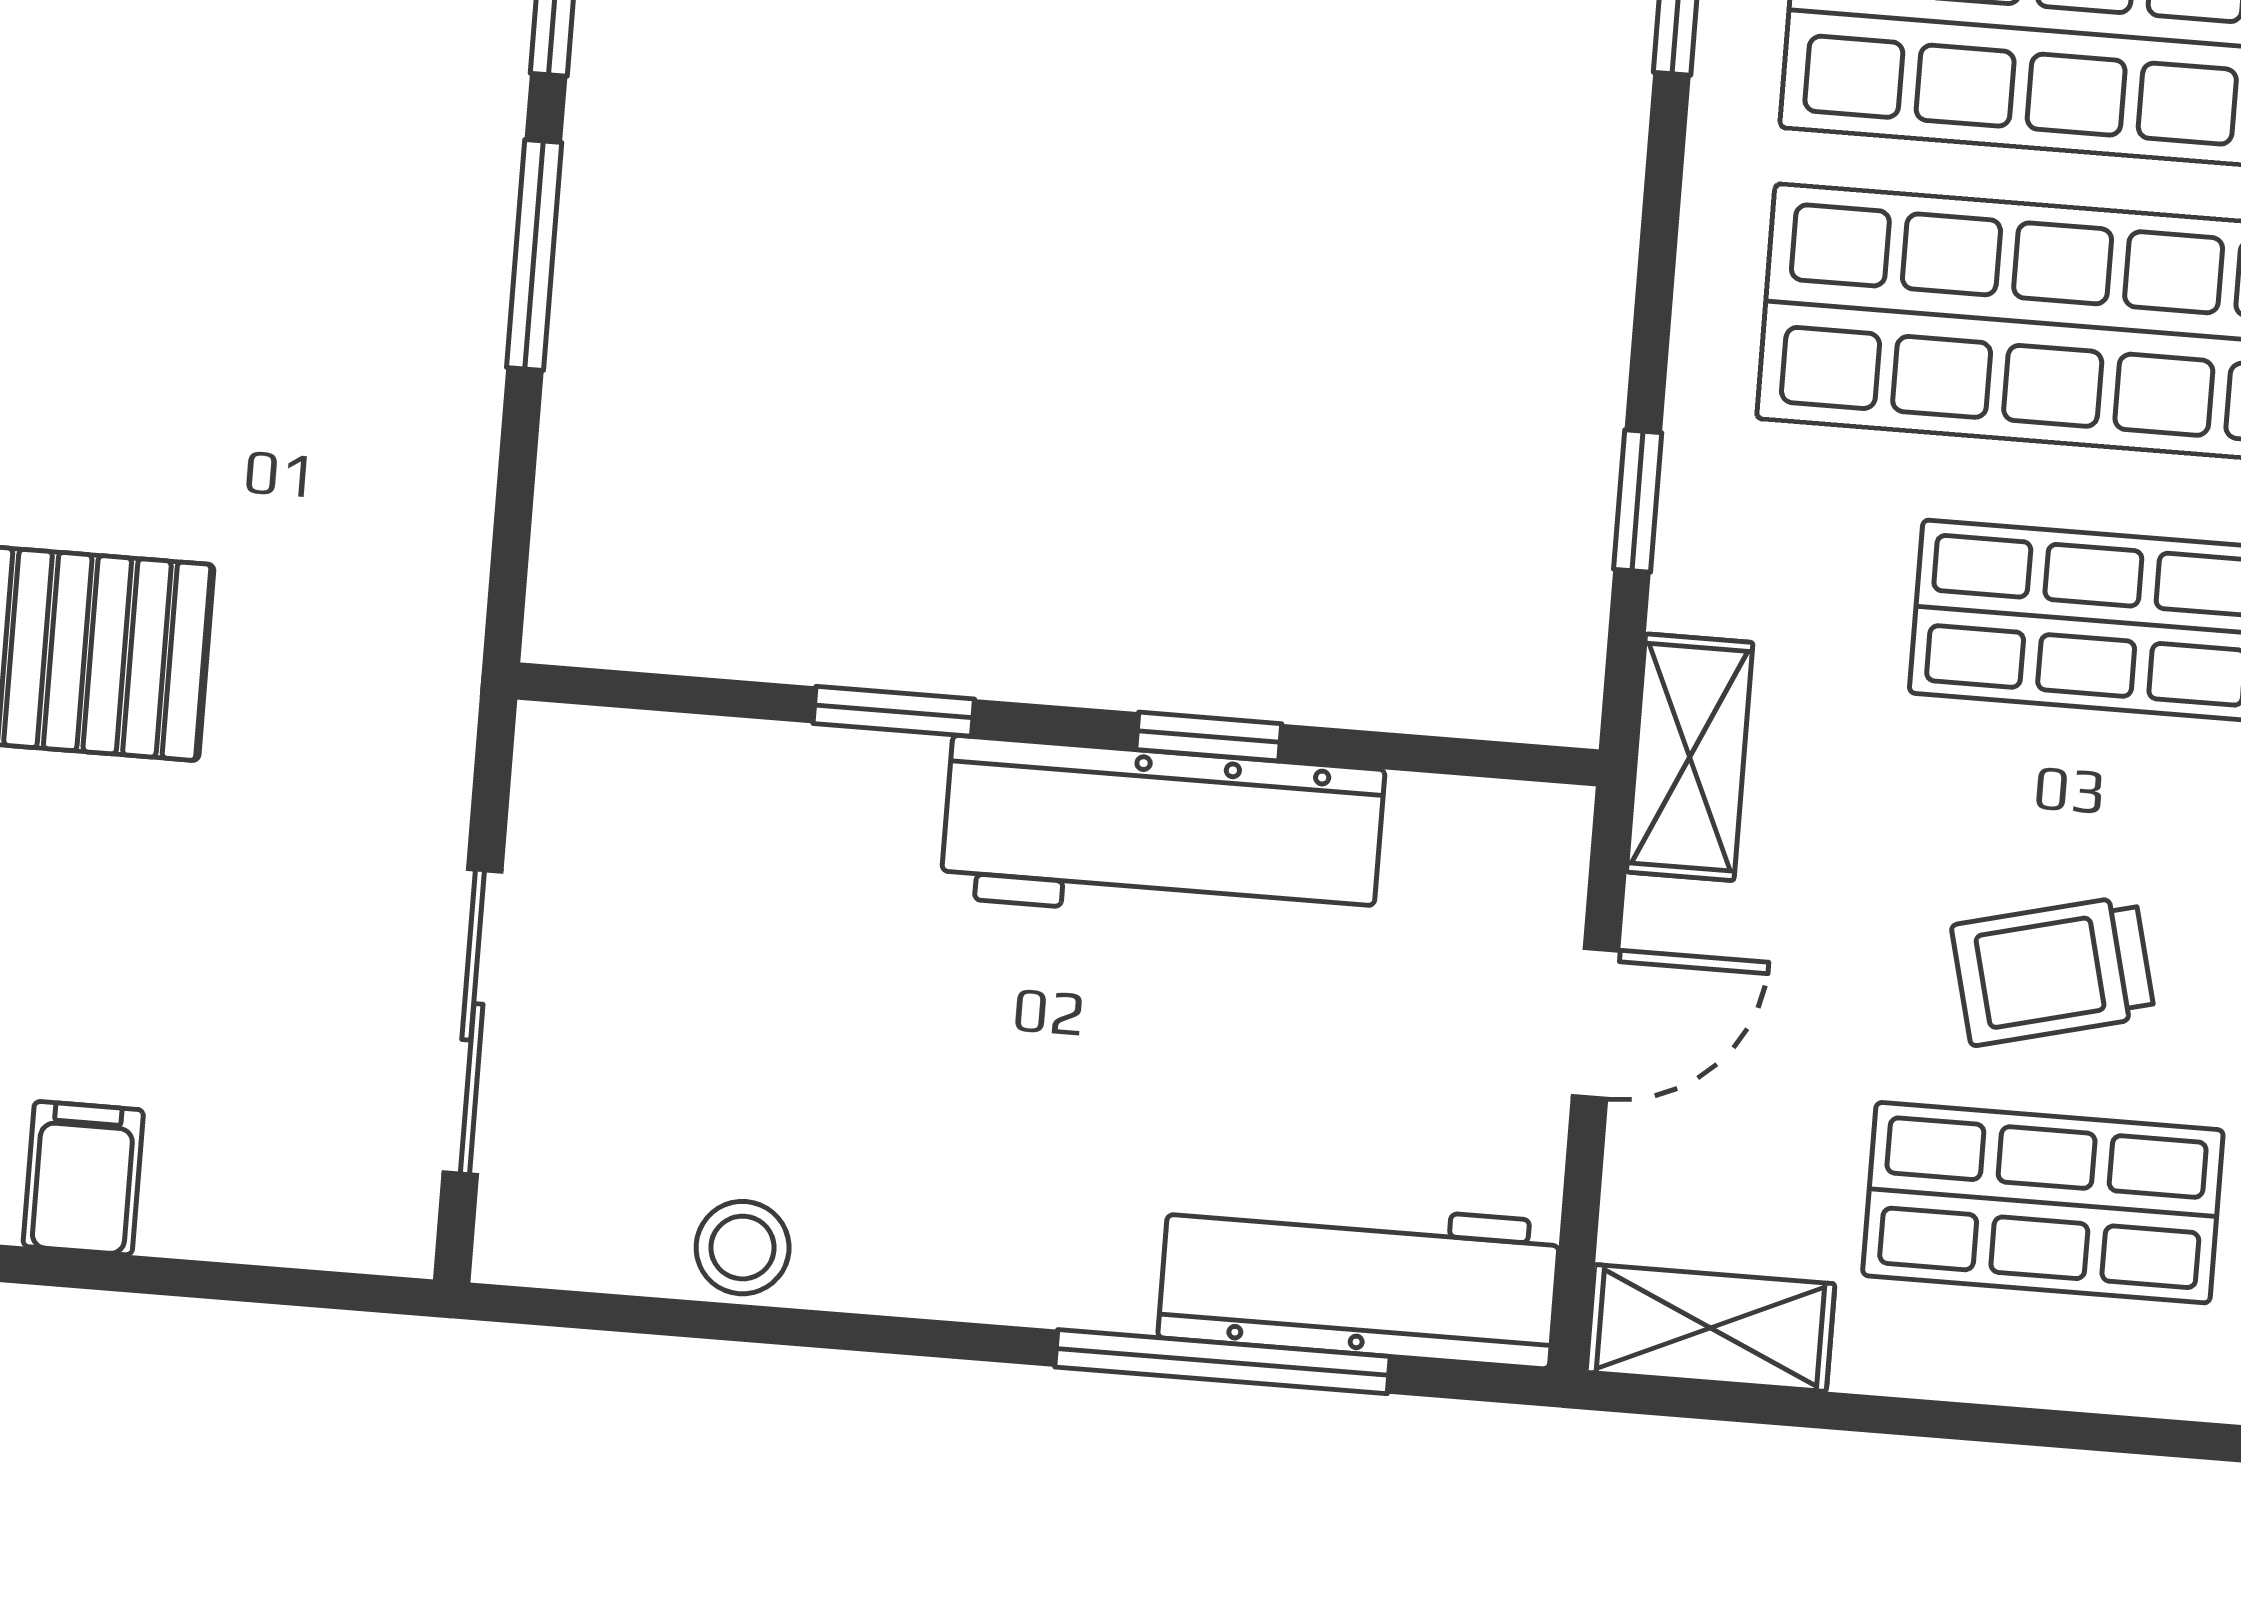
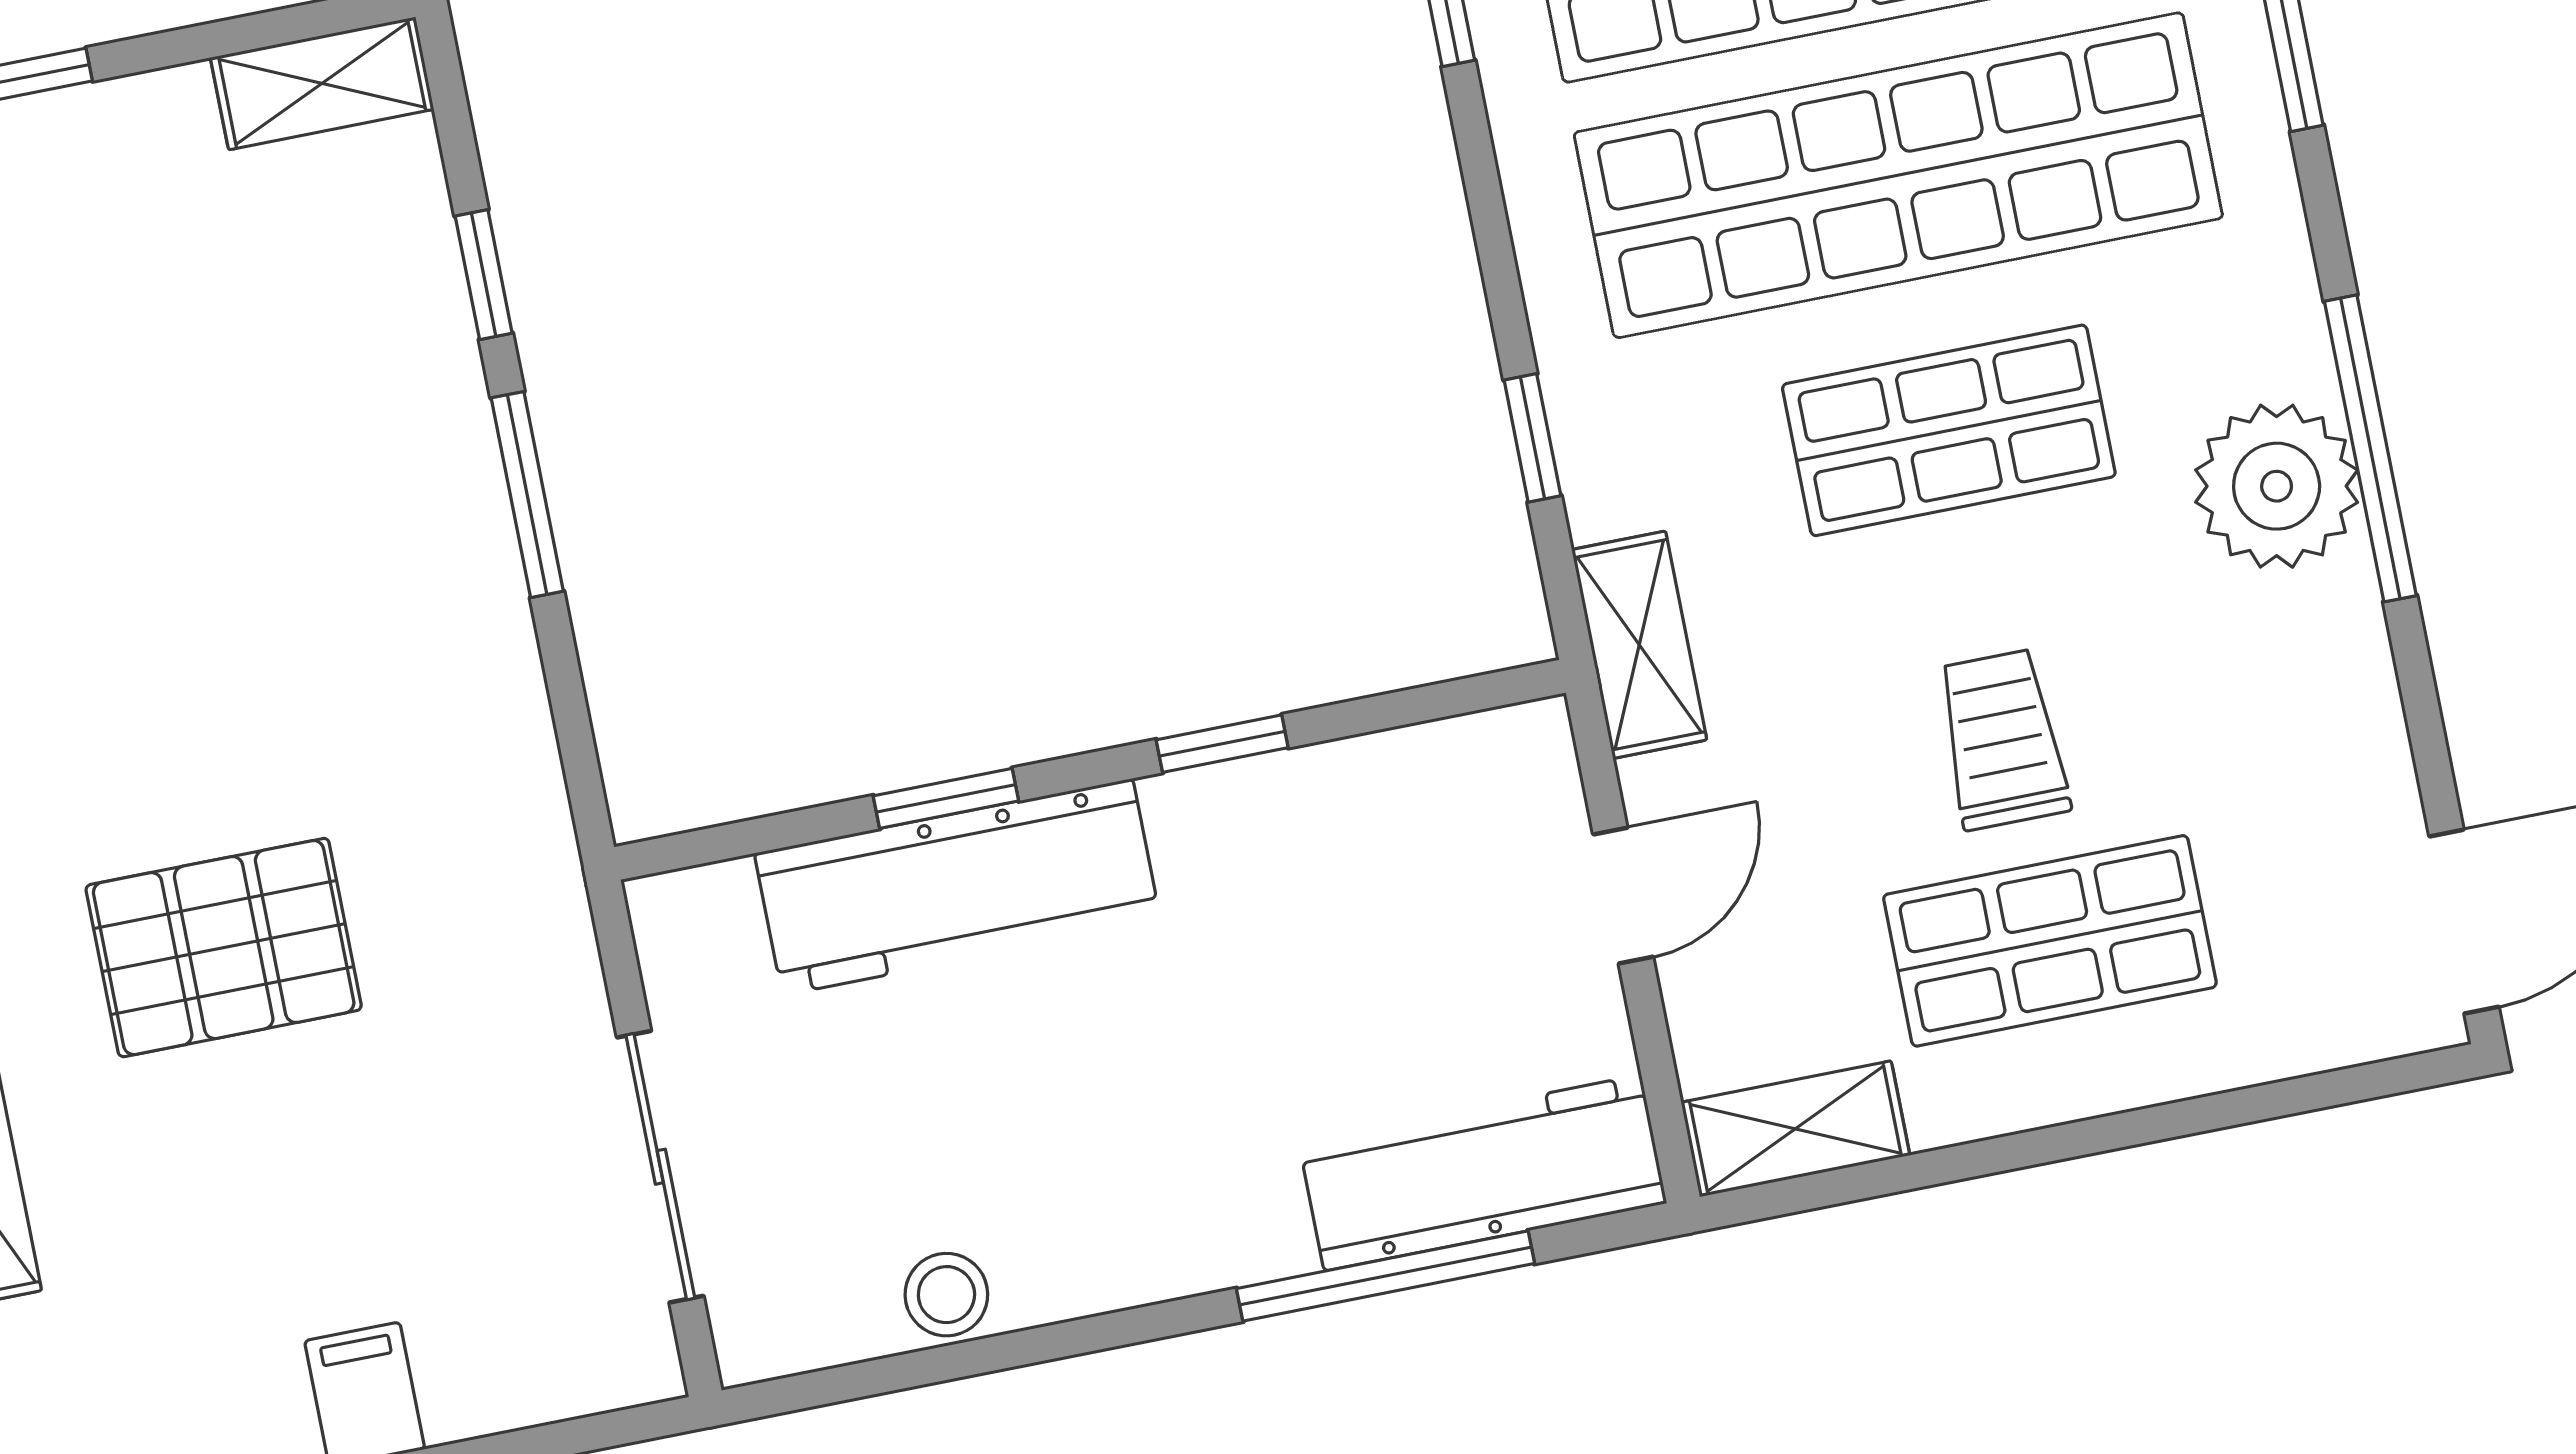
workbench: (1163, 833) -> (958, 887), moved
trolley: (2053, 971) -> (2002, 739), turned 104

